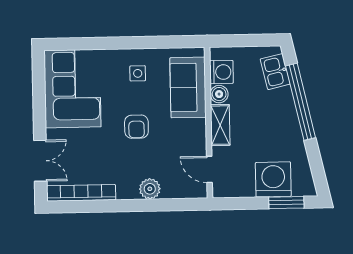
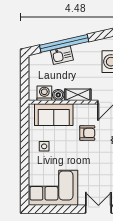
kitchen sink: (275, 72) -> (62, 55), moved
armchair: (136, 127) -> (87, 133), moved

